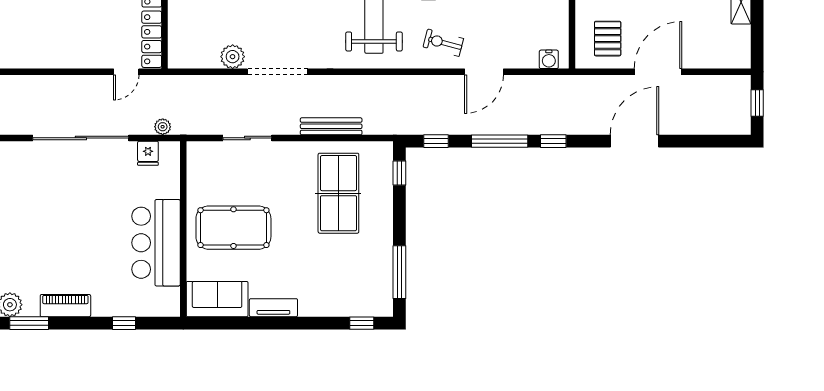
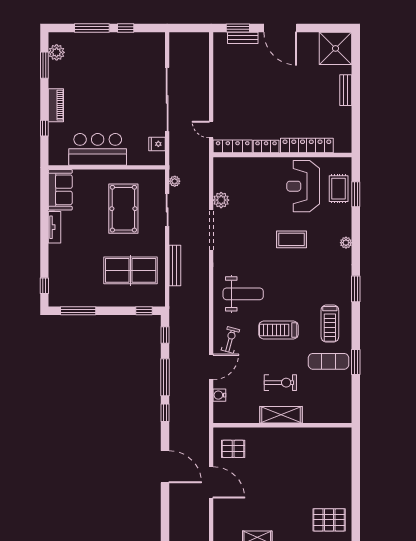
water cooler: (549, 59) -> (219, 395), moved
door: (484, 72) -> (211, 367), swing flipped
plant: (163, 127) -> (175, 181), moved
pool table: (233, 228) -> (123, 209), moved
piano: (65, 306) -> (56, 105), moved

